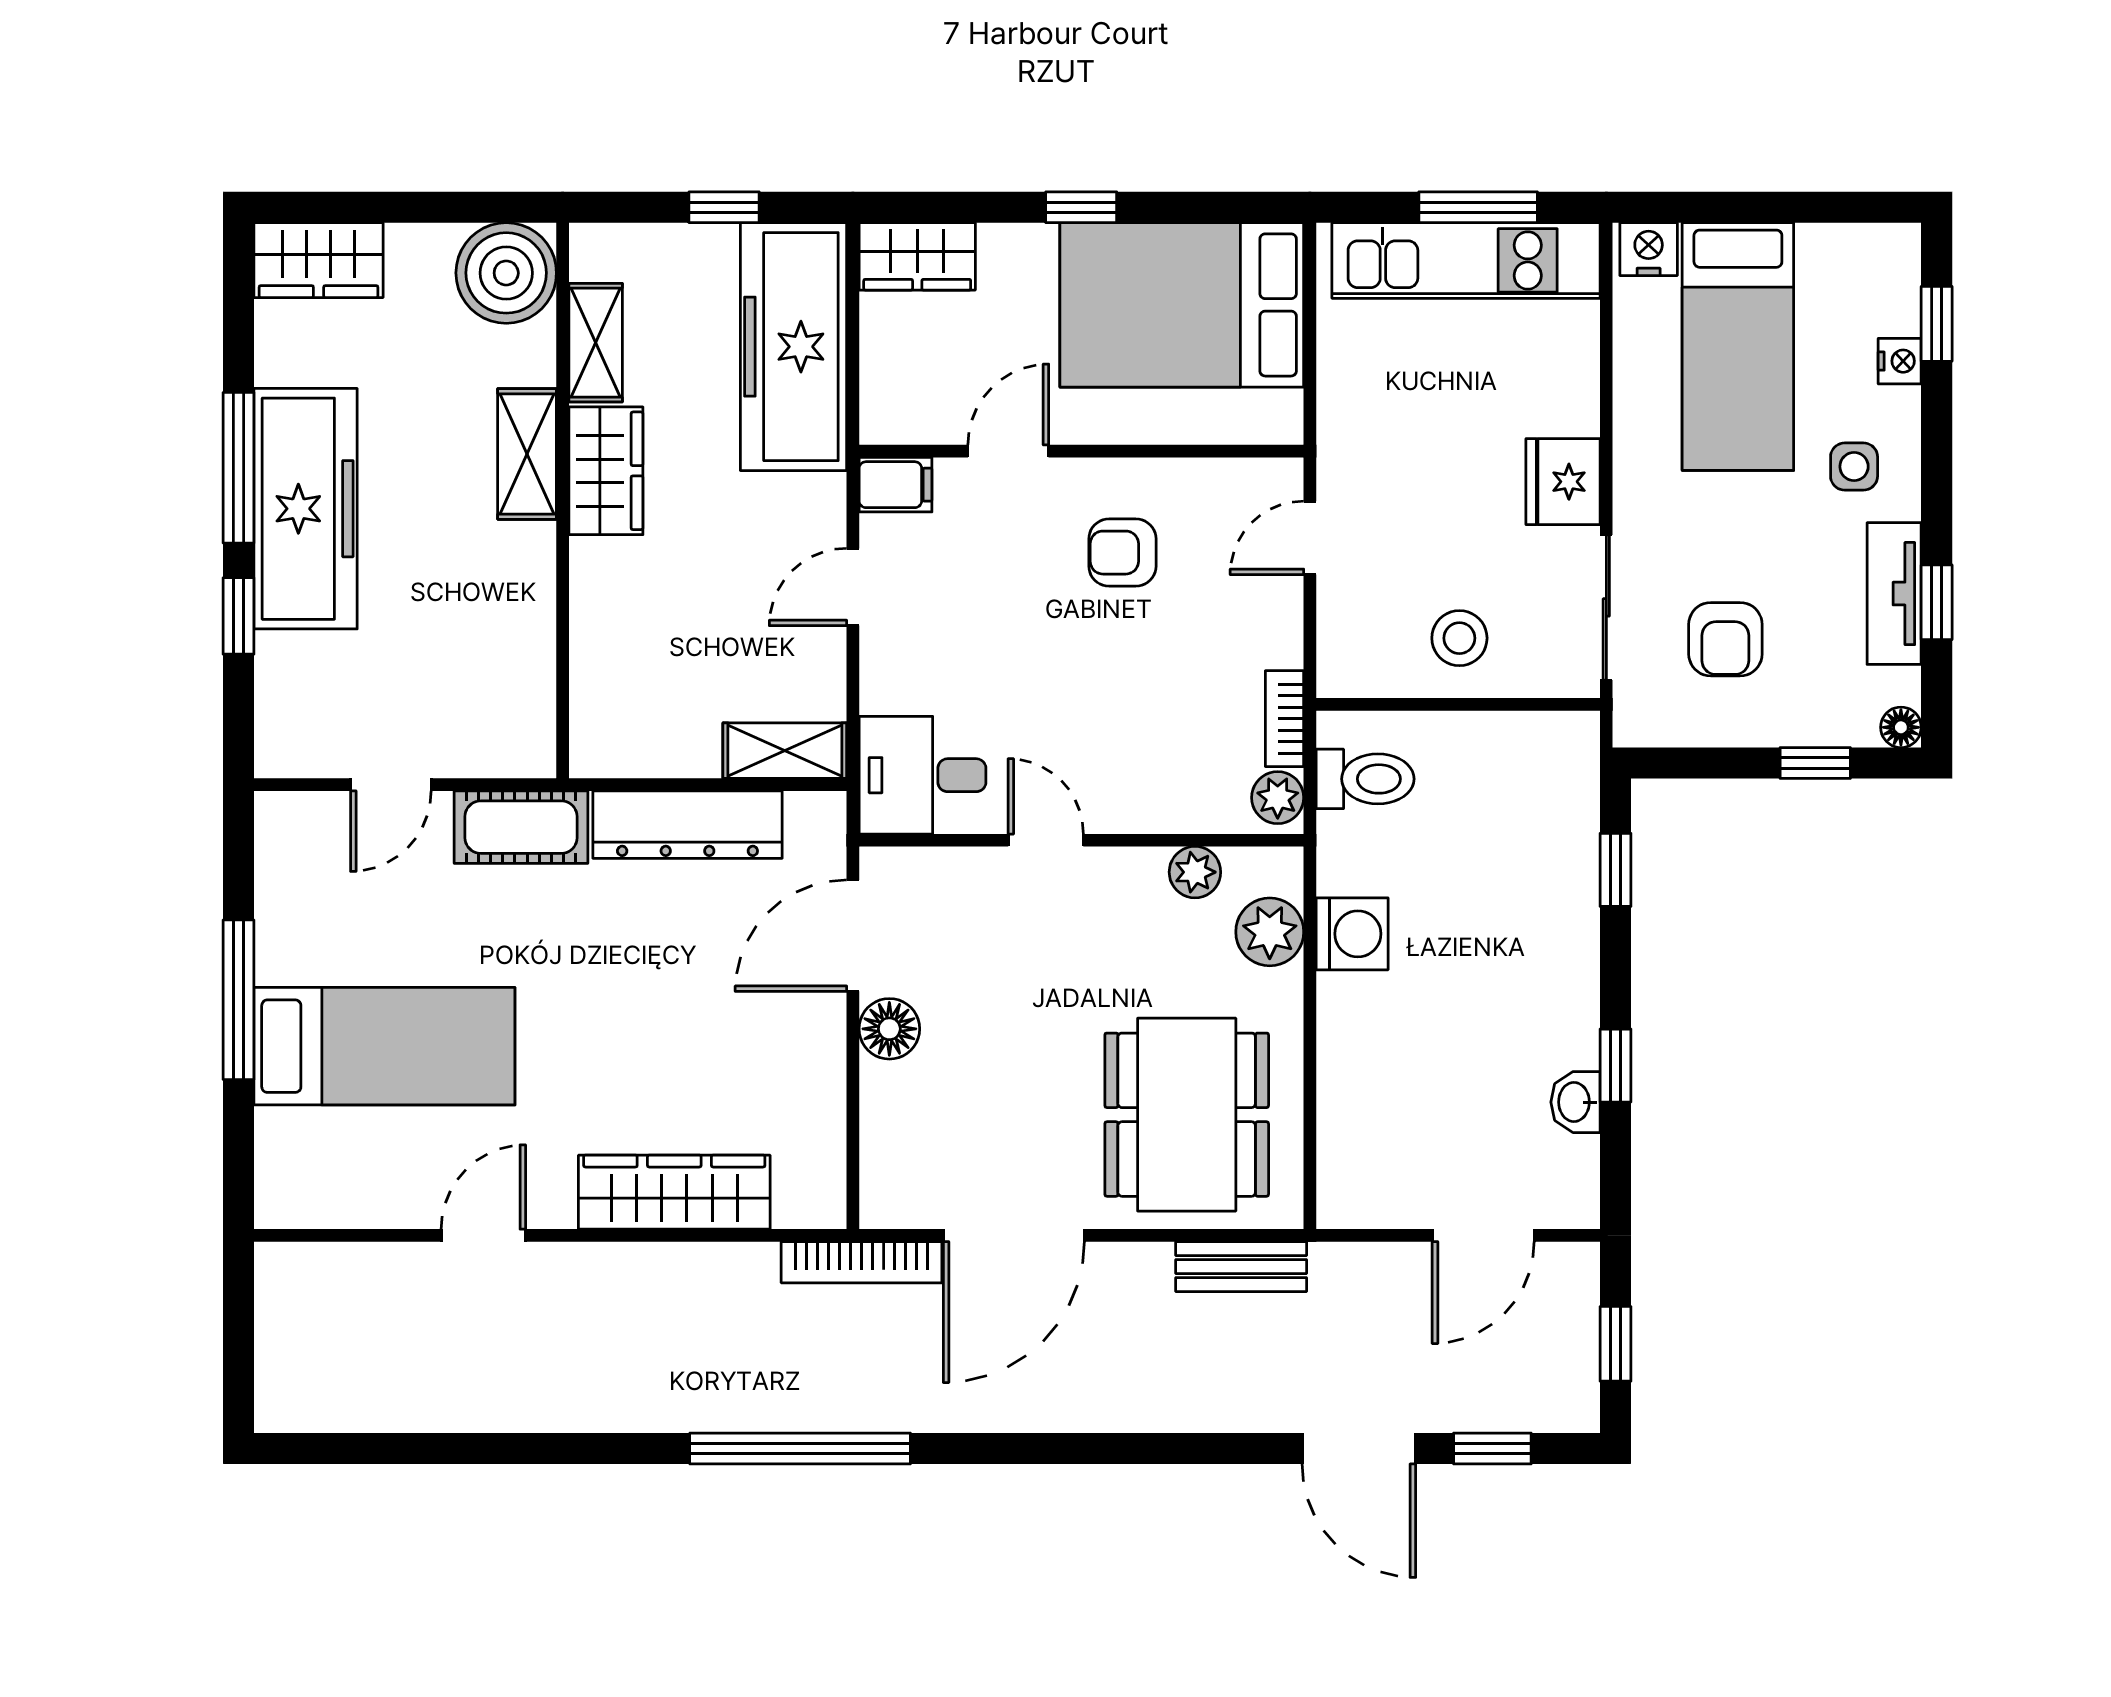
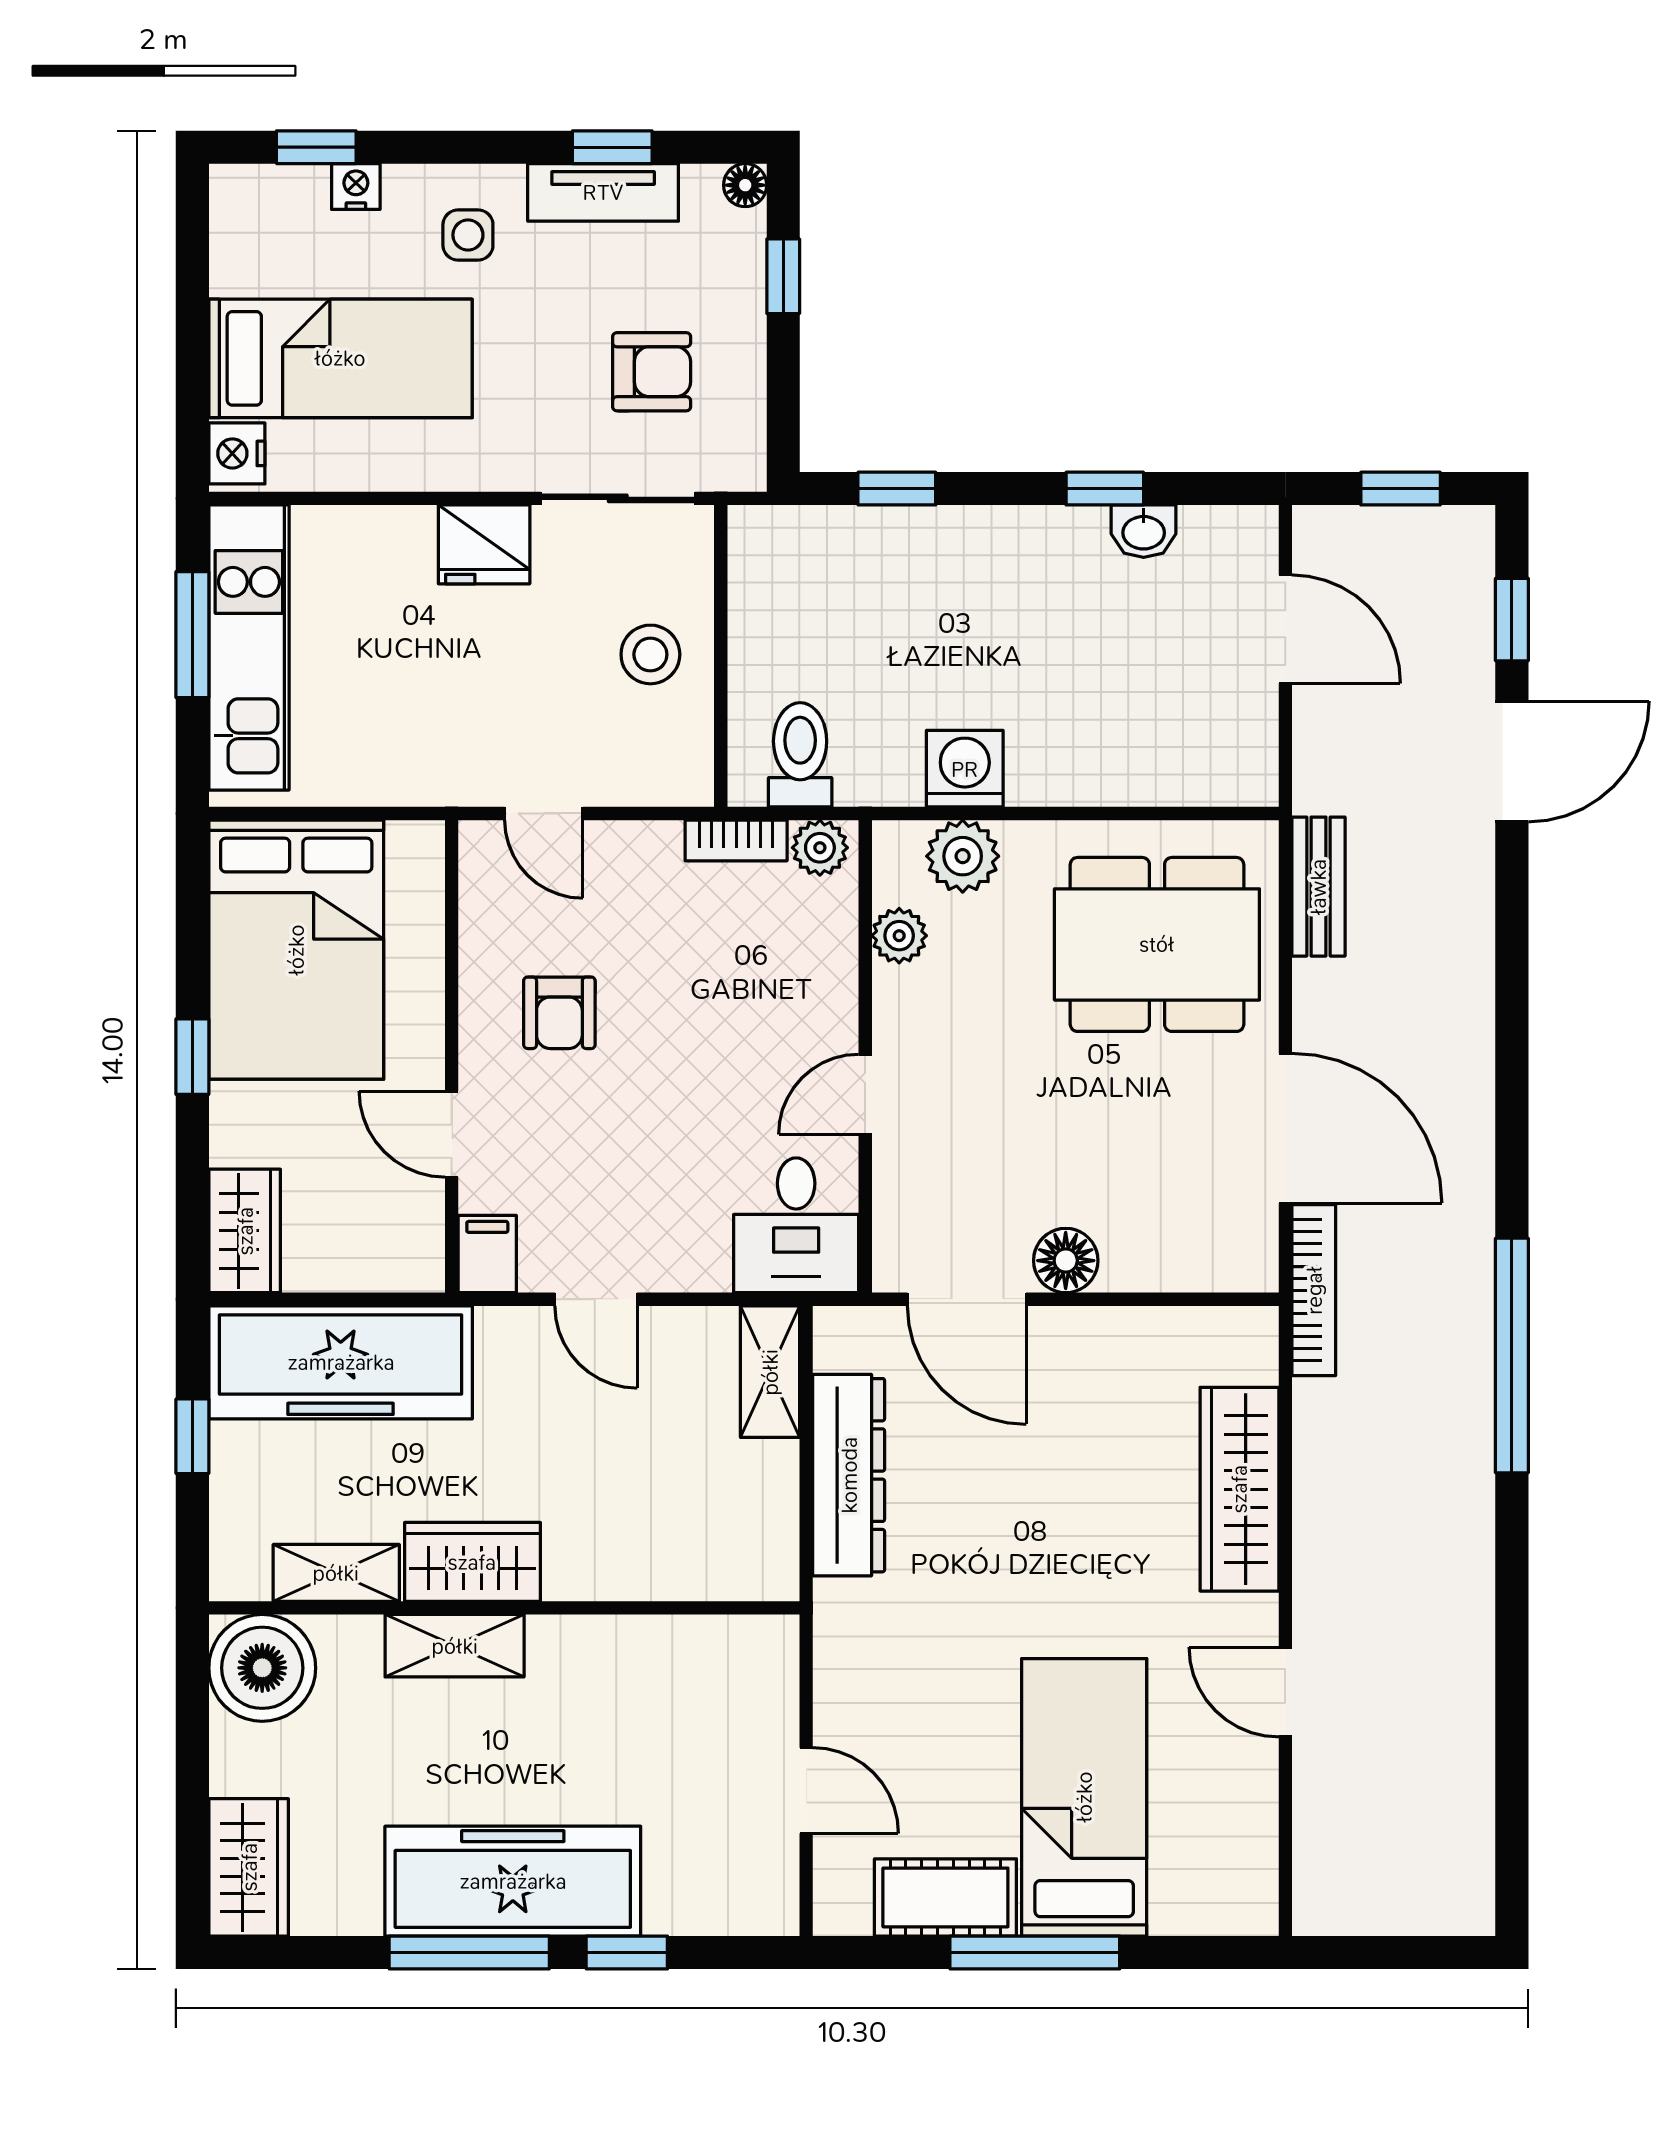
cot: (521, 827) -> (945, 1897), moved, turned 90

